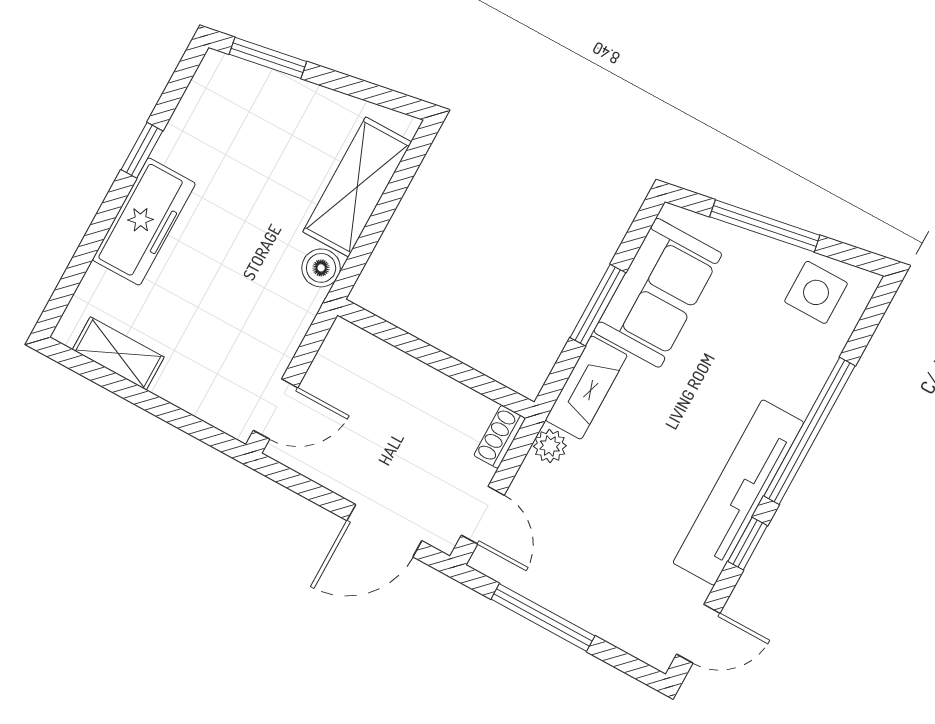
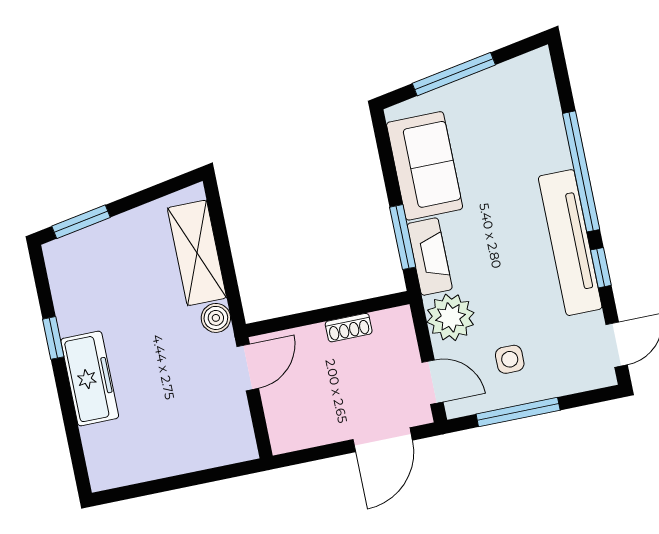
side table: (816, 292) -> (510, 359), moved, width x0.73, depth x0.73
window: (598, 305) -> (403, 237), moved
shelving: (118, 353) -> (140, 468), removed
door: (276, 409) -> (248, 367), moved
shoe rack: (500, 437) -> (349, 328), moved, turned -90
plant: (550, 446) -> (451, 317), width x1.87, depth x1.87

